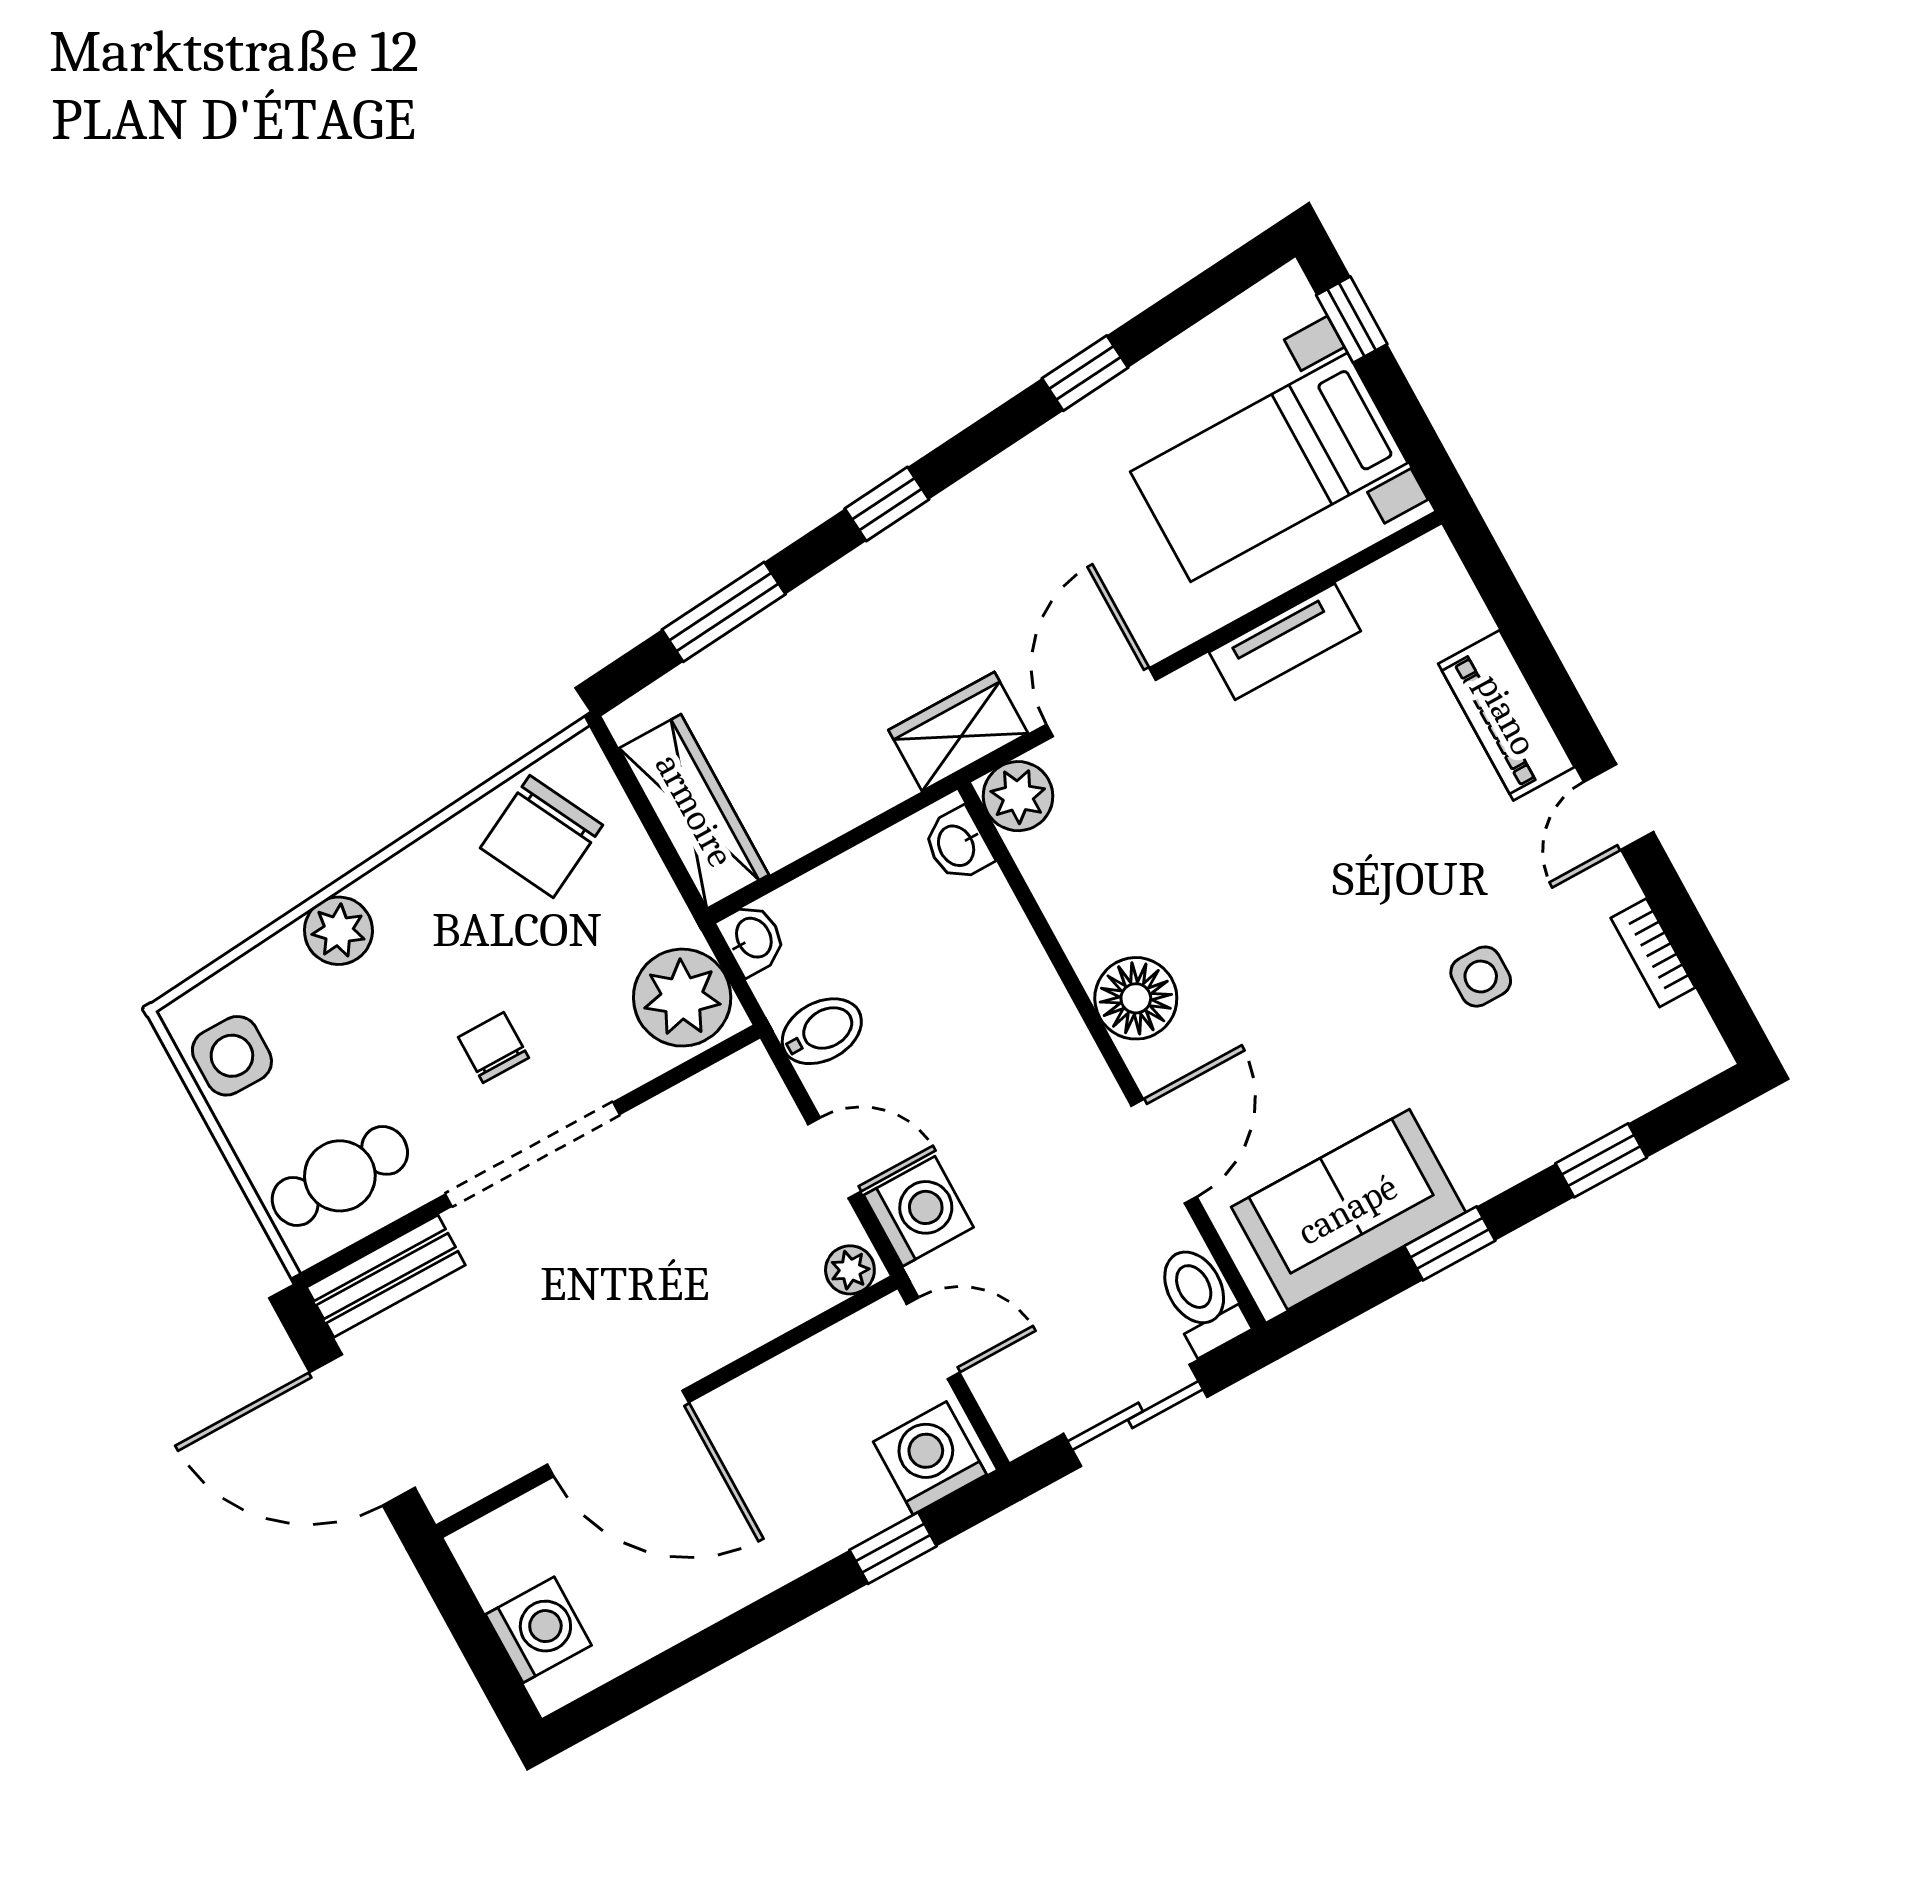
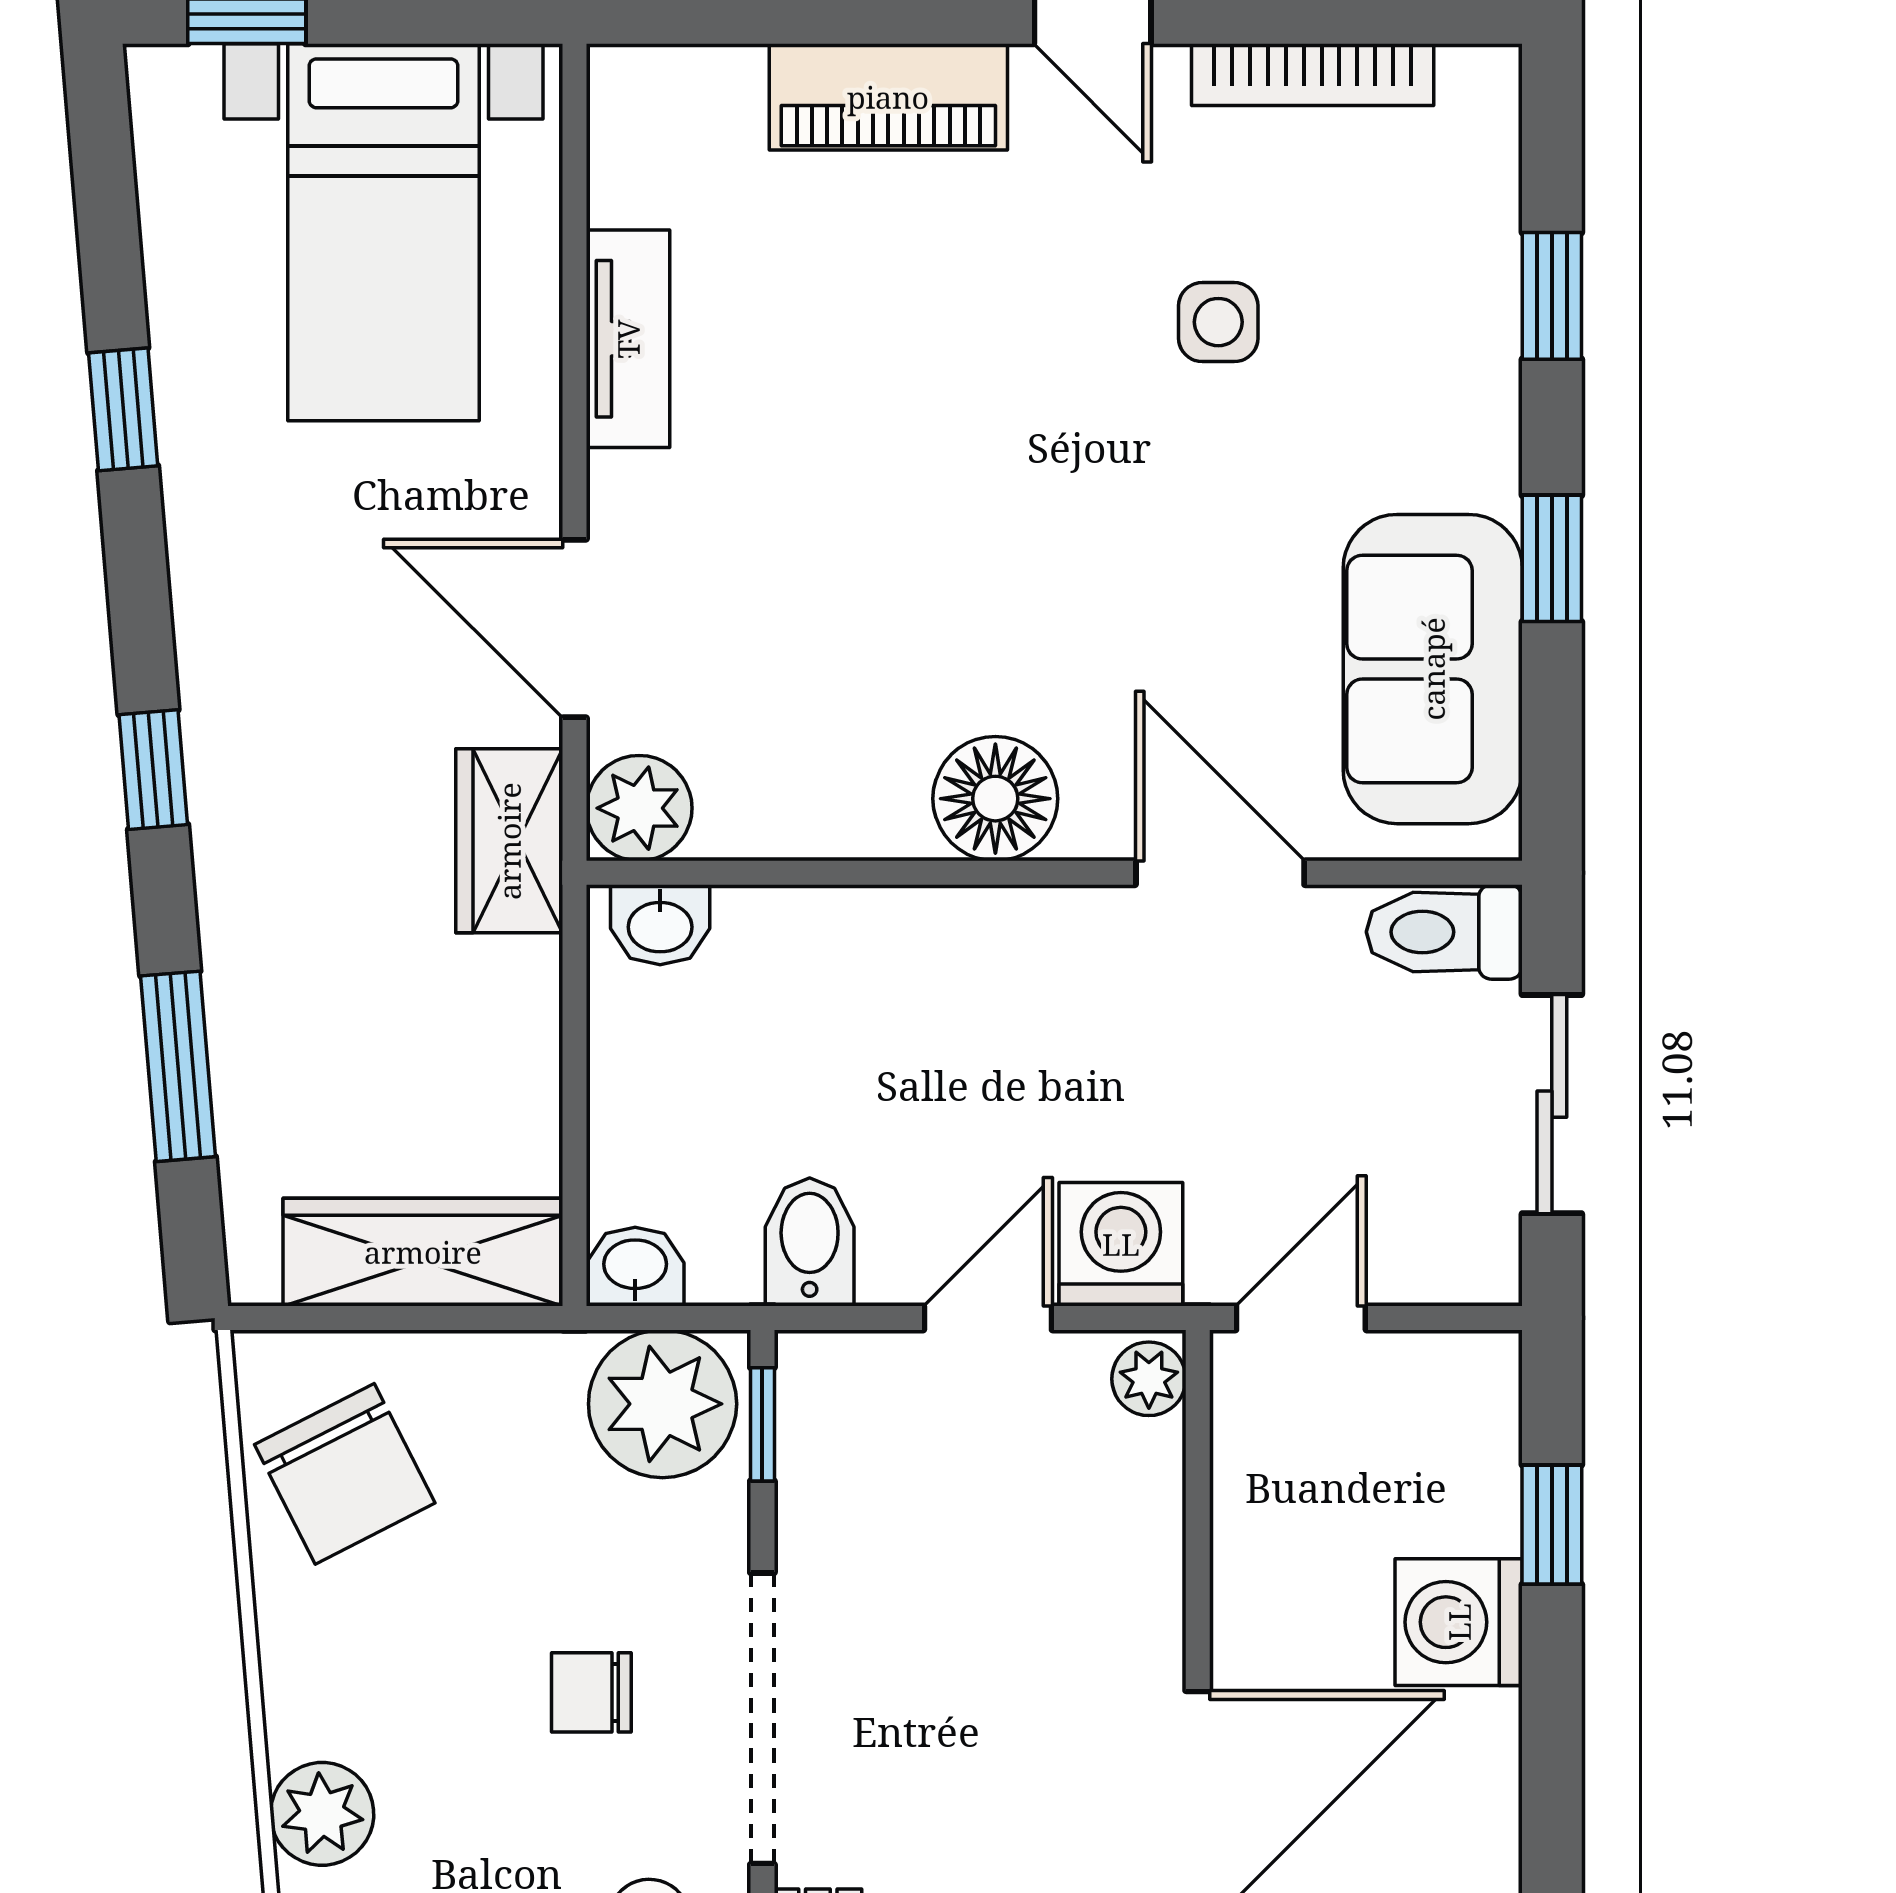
bookcase: (1653, 953) -> (1313, 75), width x1.56
window: (702, 1062) -> (762, 1424), added
washing machine: (930, 1458) -> (1459, 1622), moved

